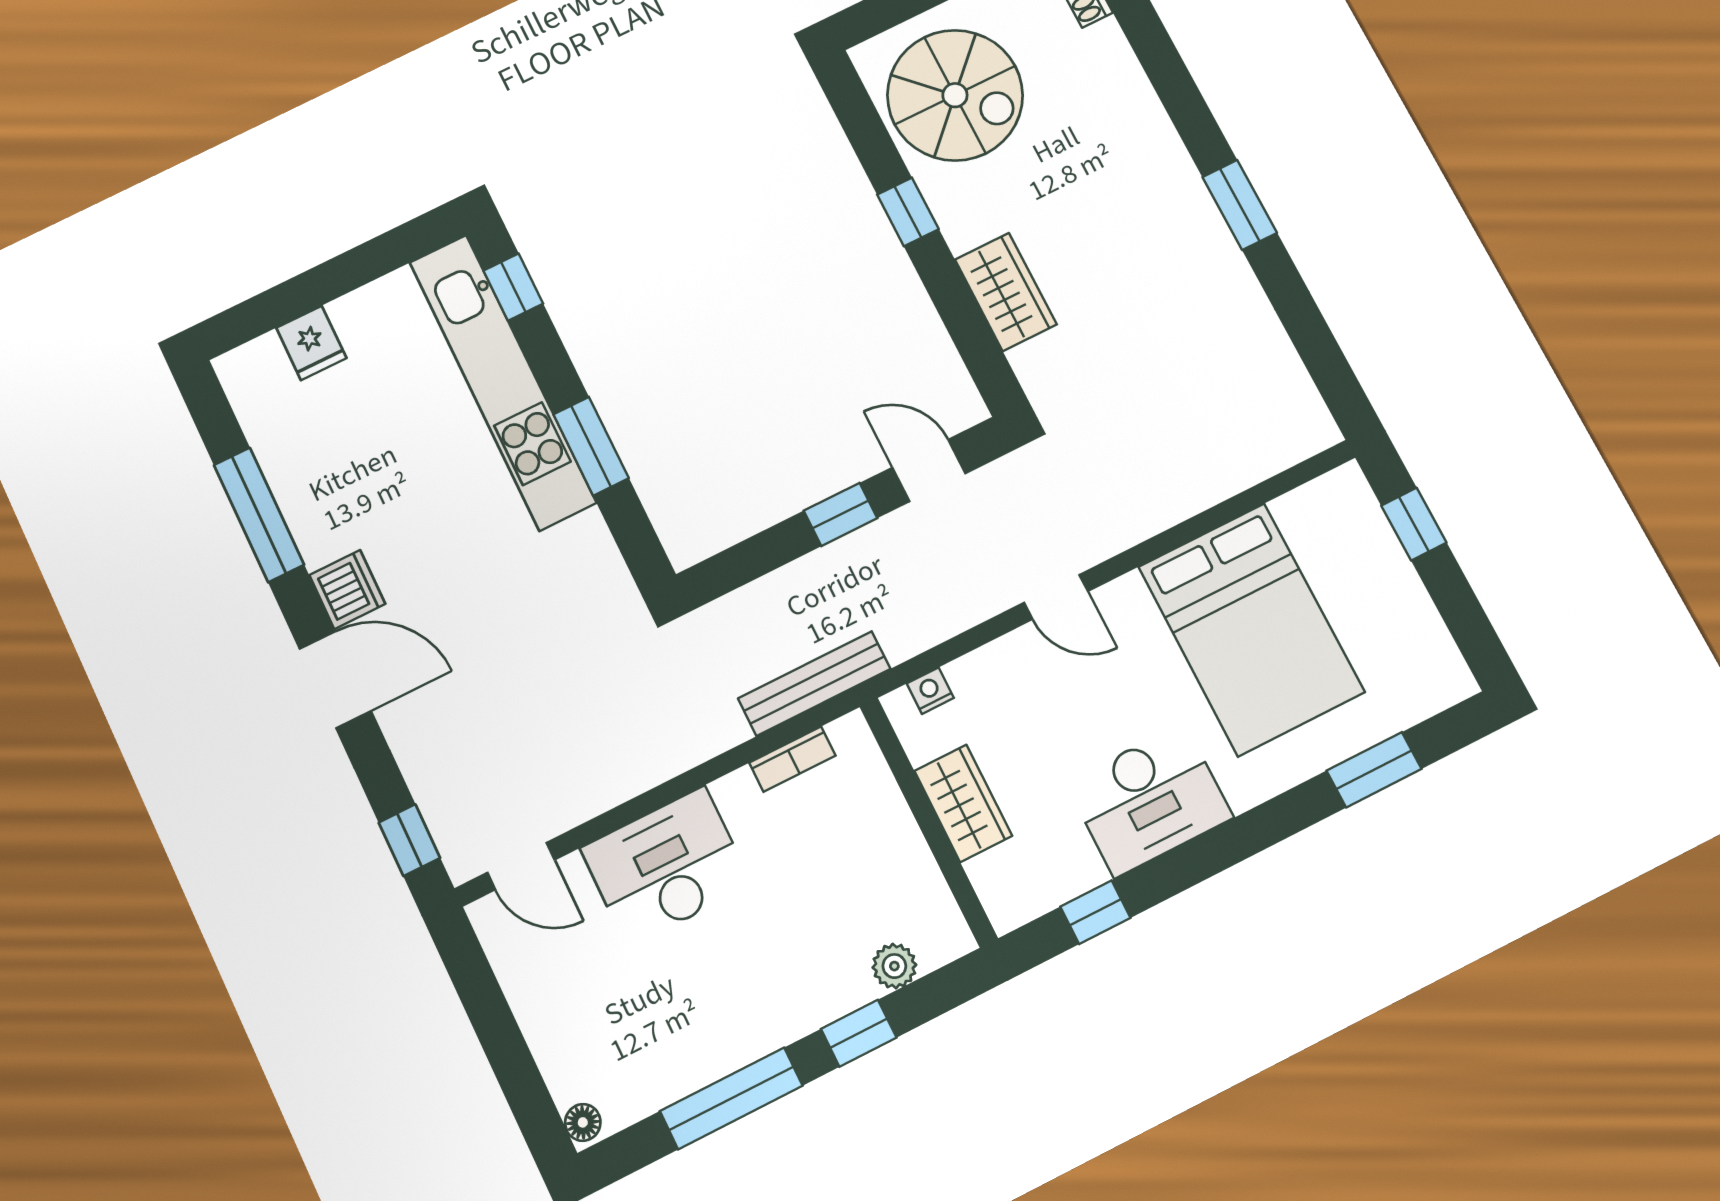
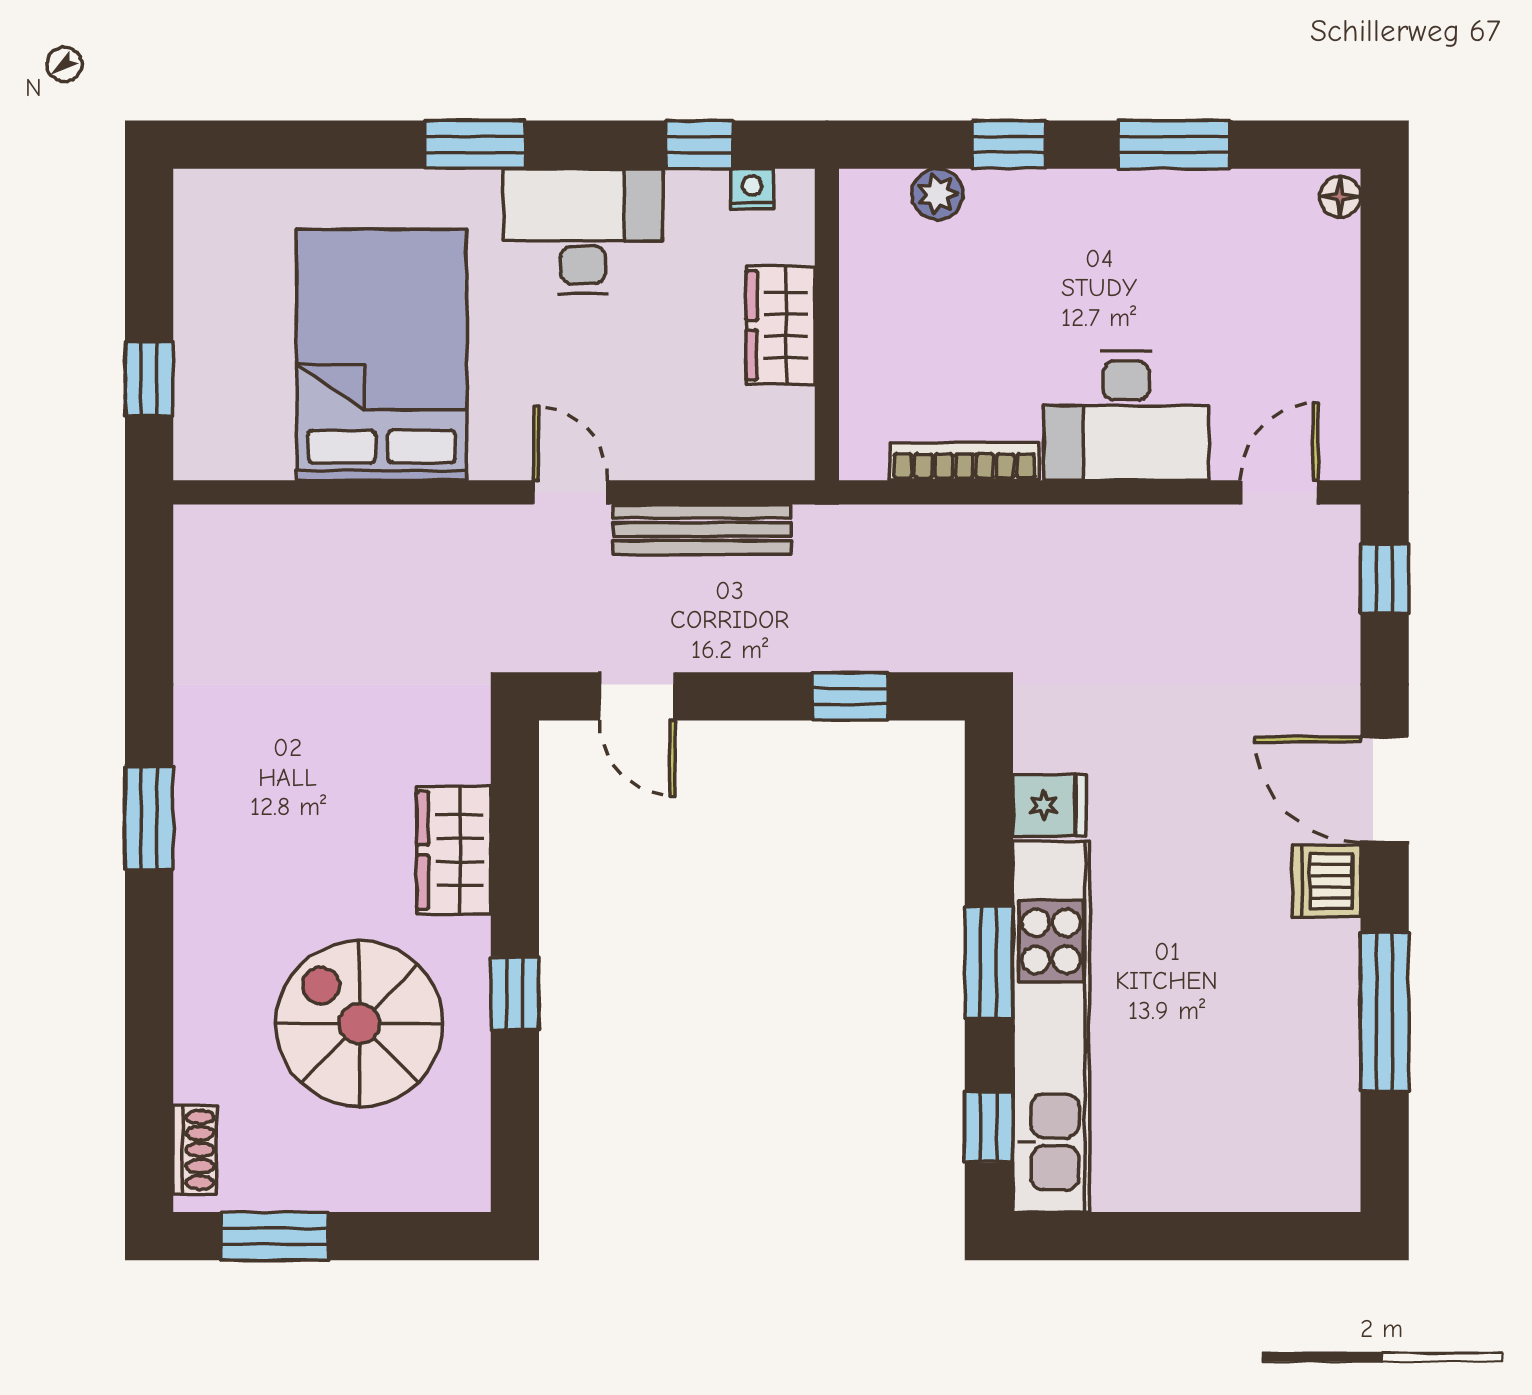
spiral stairs: (955, 95) -> (359, 1024), moved
fridge: (311, 343) -> (1049, 805), moved, turned 90
window: (591, 446) -> (989, 963), moved
window: (840, 514) -> (850, 696), moved
bench: (814, 684) -> (702, 529), moved
nightstand: (930, 691) -> (752, 189), moved, turned 180
bookcase: (792, 759) -> (964, 461), width x1.56
window: (1374, 770) -> (475, 145), moved
door: (521, 866) -> (1279, 492), hinge flipped
window: (731, 1098) -> (1174, 145), width x0.69

